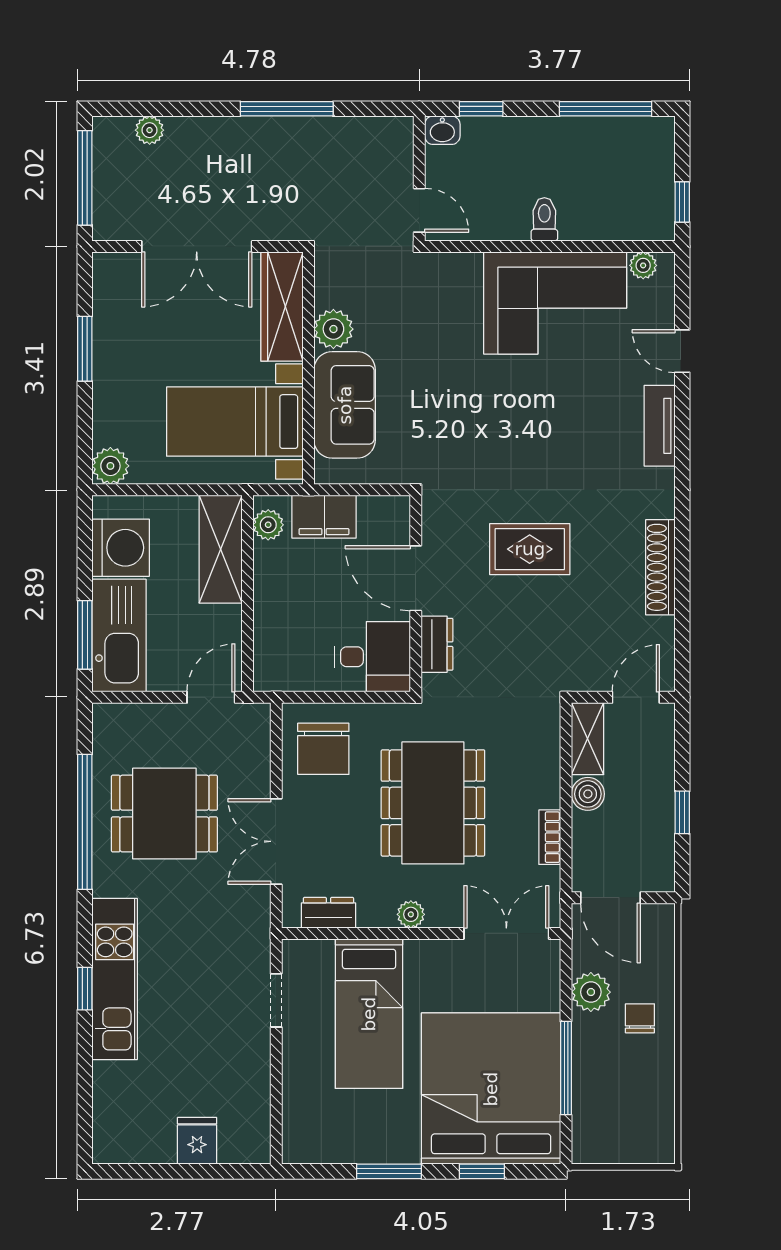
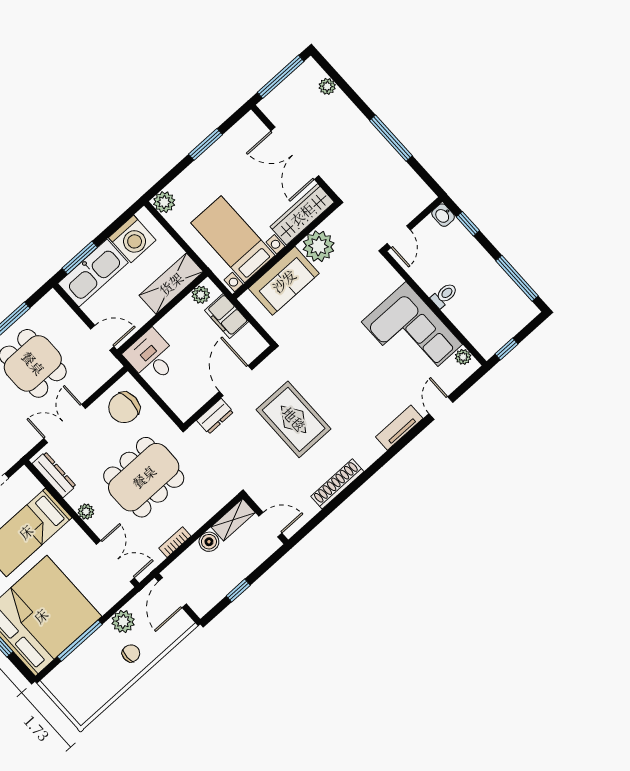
plant: (333, 329) -> (319, 246), width x1.36, depth x1.36
rug: (530, 549) -> (294, 419), width x1.36, depth x1.43
desk: (372, 657) -> (152, 357), moved, turned 180
dresser: (328, 913) -> (54, 475), width x1.44

